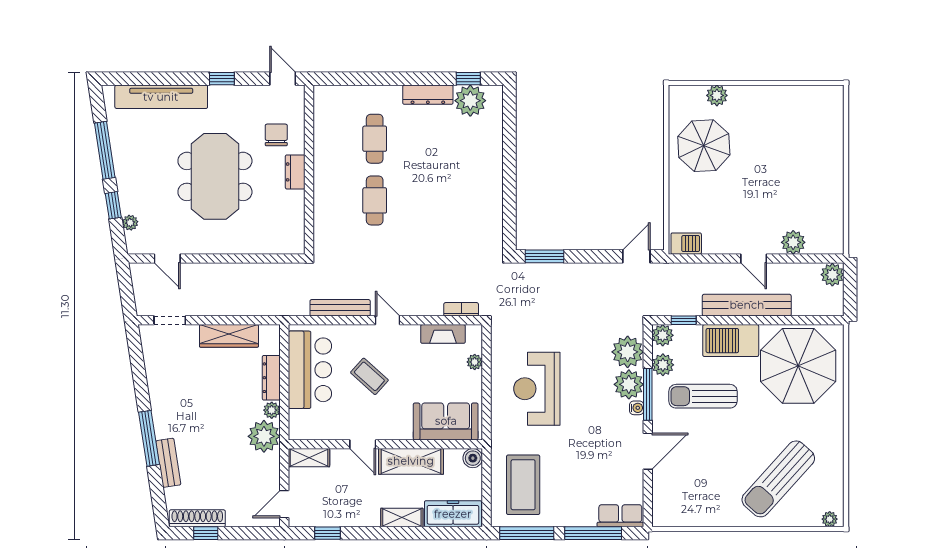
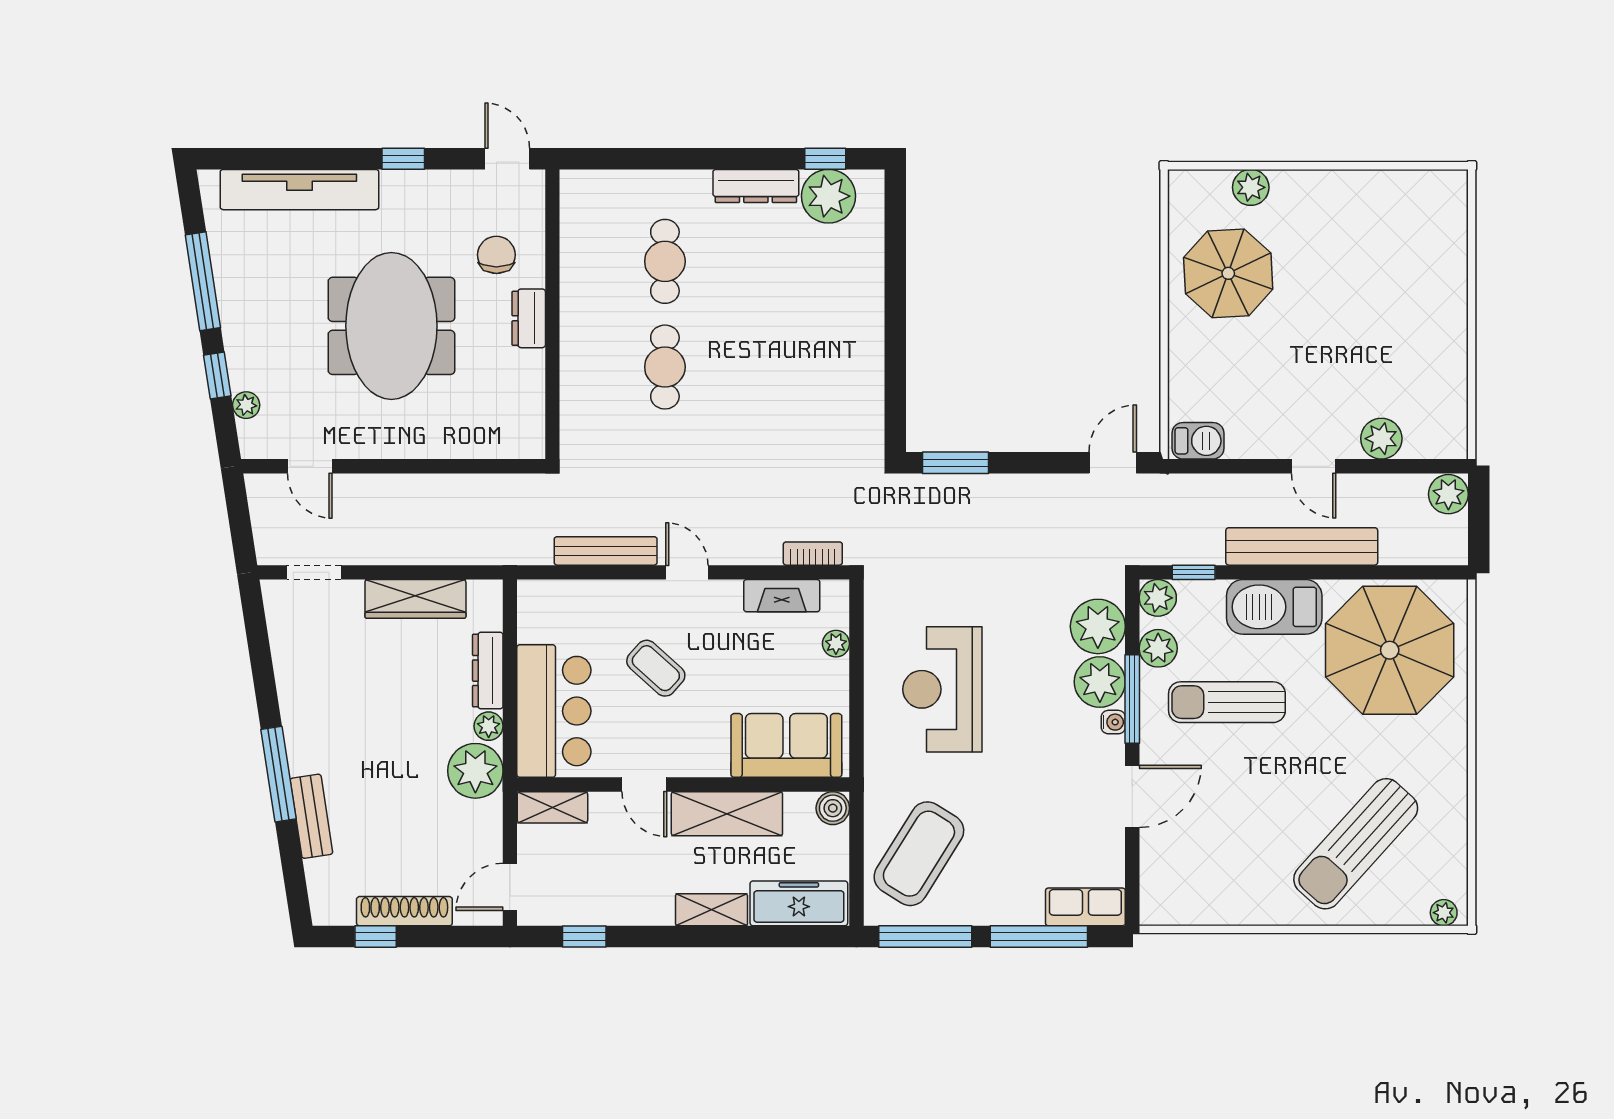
bar counter: (310, 370) -> (554, 711), moved
coffee table: (523, 485) -> (919, 854), turned 32
shoe rack: (197, 518) -> (404, 911), moved

